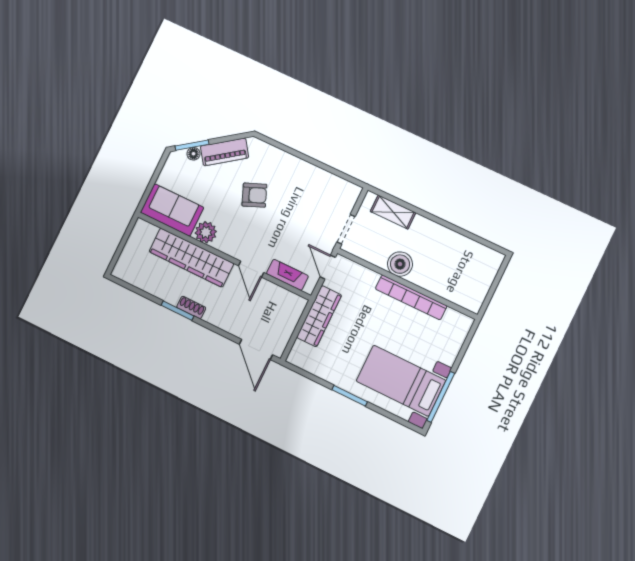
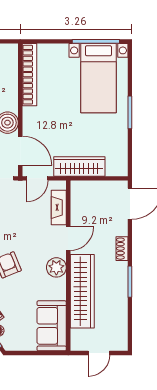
plant: (206, 232) -> (56, 267), moved
door: (122, 244) -> (99, 353), added
door: (365, 263) -> (20, 151), added
bookcase: (411, 297) -> (29, 75), moved
shoe rack: (191, 307) -> (122, 249), moved

